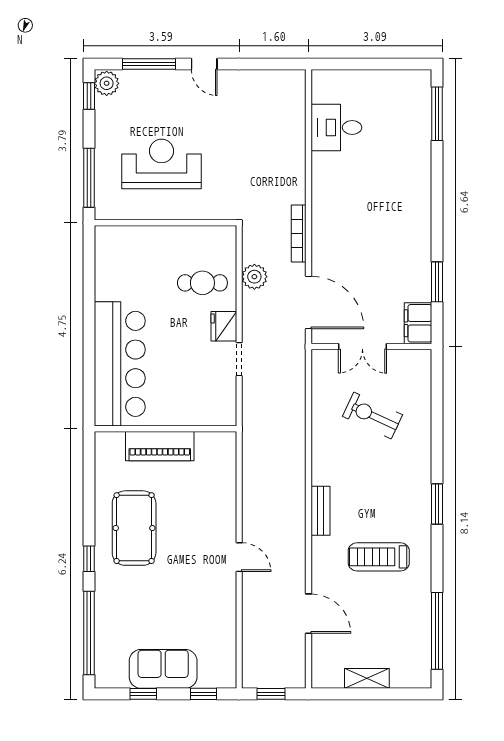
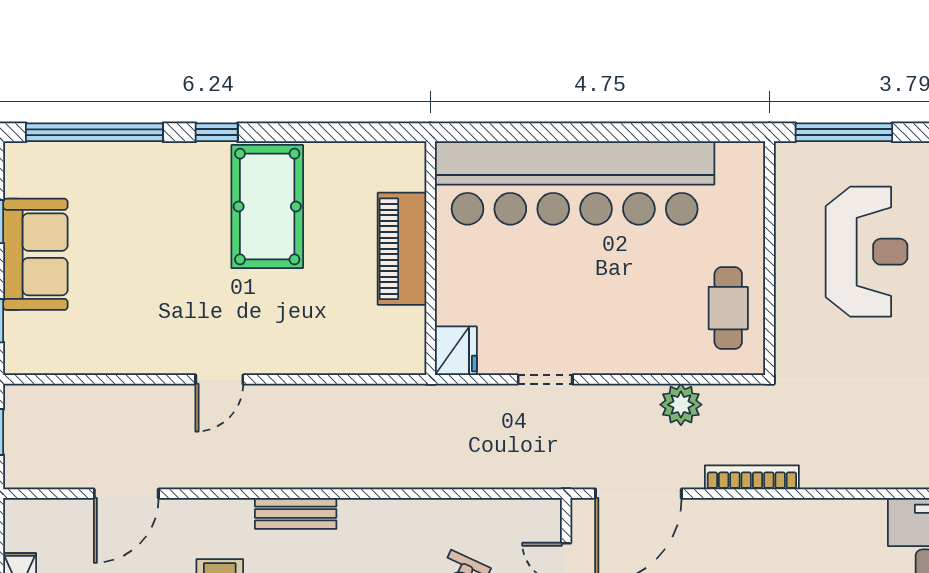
cafe table: (202, 283) -> (728, 308), moved
fridge: (224, 326) -> (456, 351), moved, turned 90
bar counter: (120, 364) -> (575, 183), width x1.36
pool table: (134, 528) -> (267, 207), turned 90

